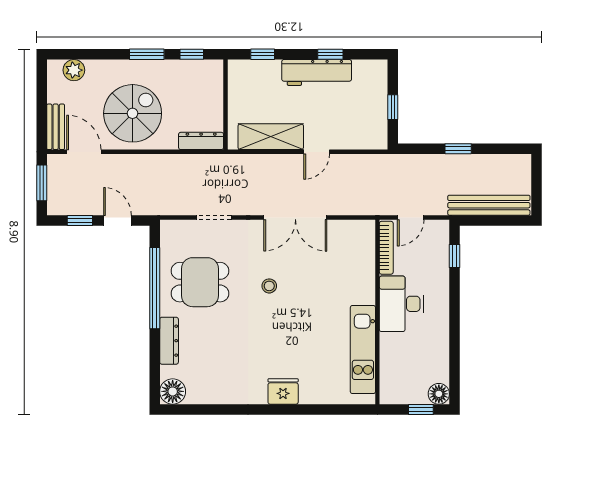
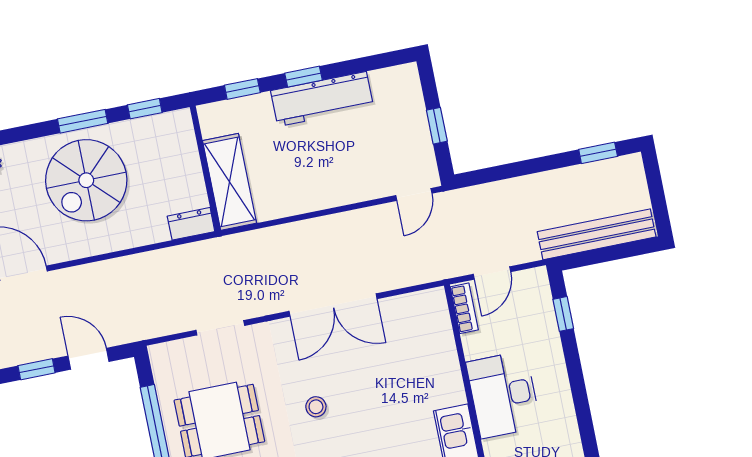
window: (330, 54) -> (304, 77), moved
spiral stairs: (133, 113) -> (86, 180), moved, turned 180
shelving: (271, 137) -> (230, 182), moved, turned 90
dresser: (201, 141) -> (191, 224), width x0.70
window: (458, 149) -> (598, 153), moved
door: (317, 152) -> (414, 194), moved
bookcase: (386, 248) -> (464, 308), width x0.64

